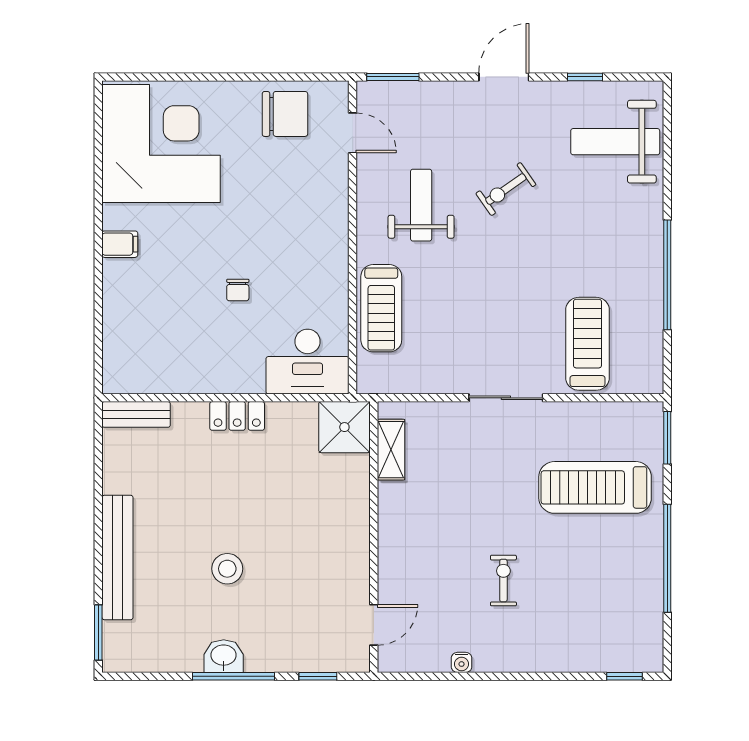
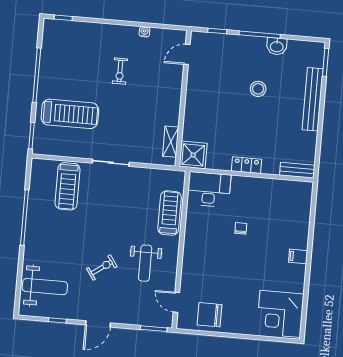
corner desk: (161, 143) -> (280, 314), width x0.74, depth x0.74
washbasin: (224, 656) -> (277, 46), moved

